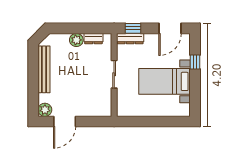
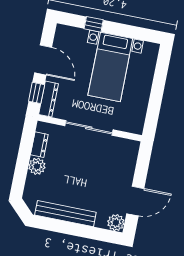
door: (170, 28) -> (43, 60), moved
sliding door: (114, 74) -> (89, 128), width x1.37
door: (65, 121) -> (135, 201), hinge flipped

